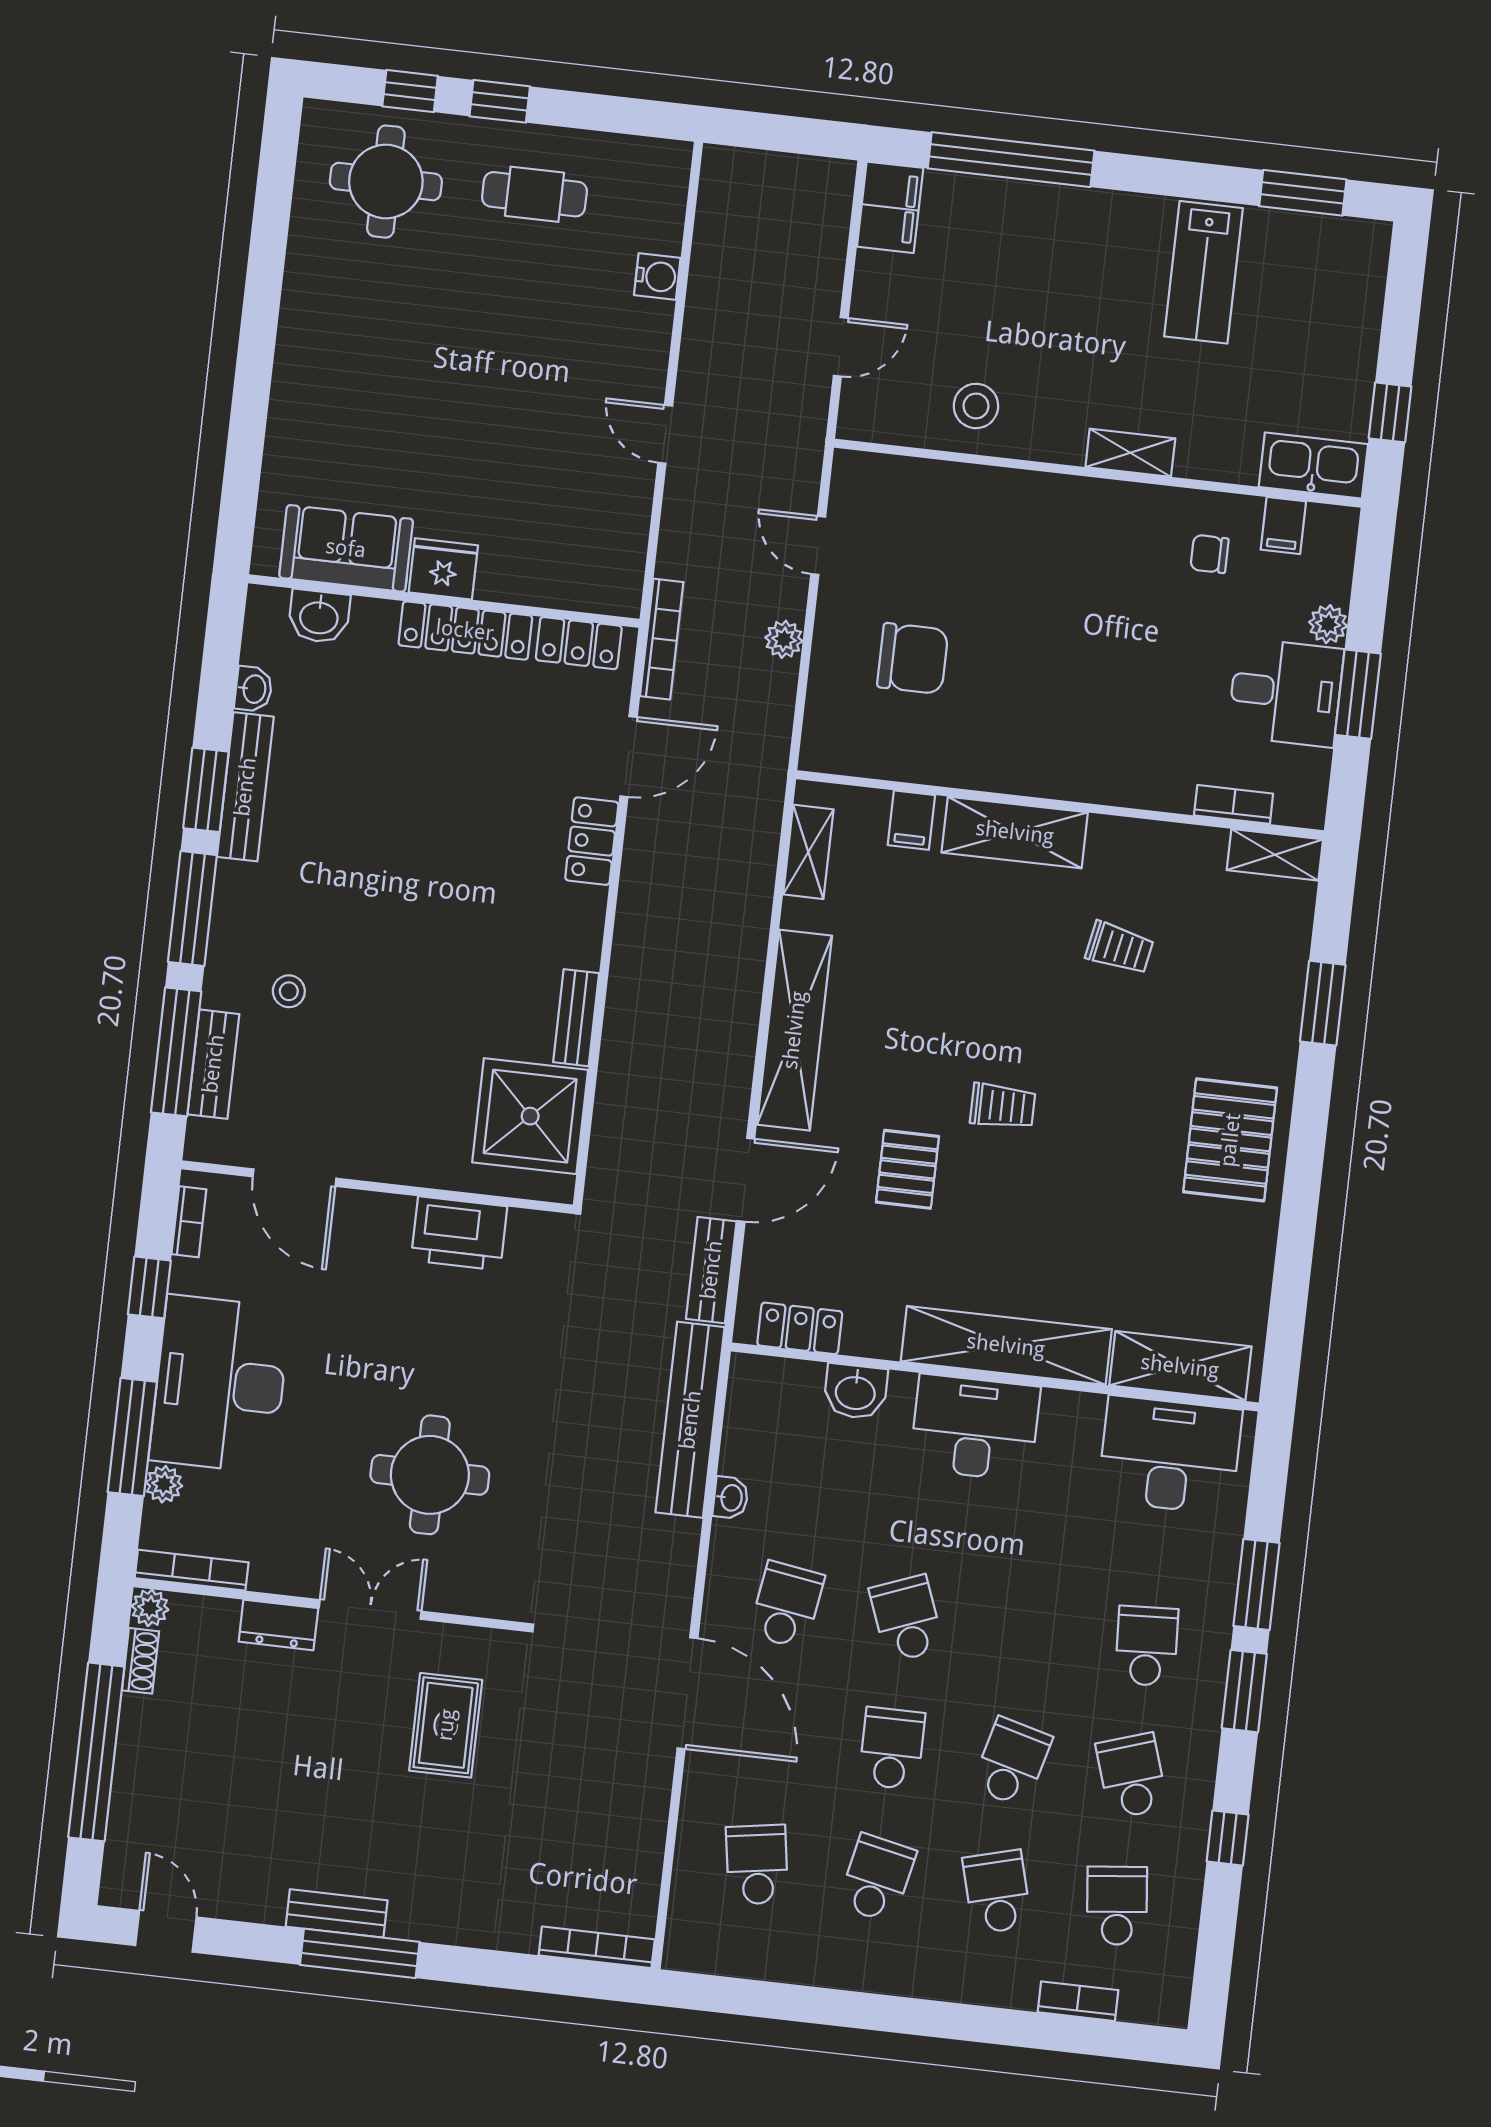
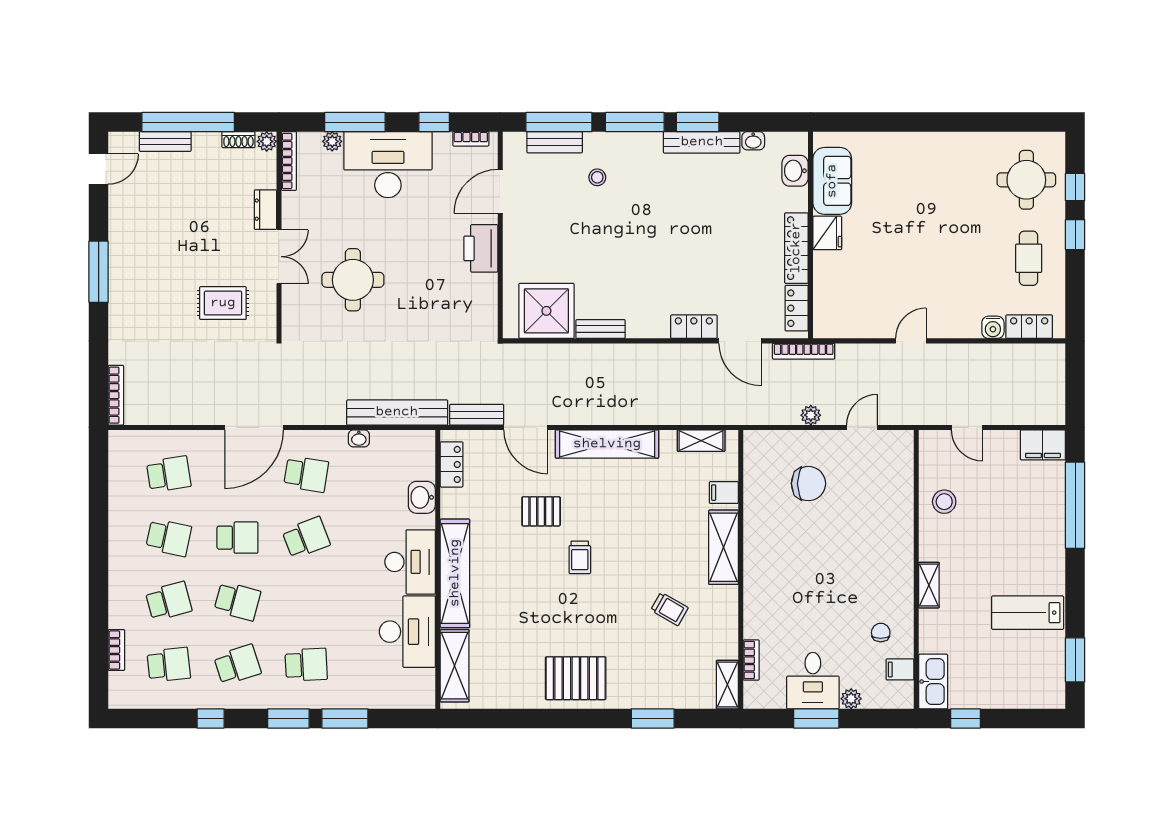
locker: (664, 208) -> (1029, 327), added
chair: (913, 658) -> (808, 484), turned -90
trolley: (1119, 948) -> (669, 609), turned -71
printer: (459, 1233) -> (481, 248), moved
desk: (1170, 1455) -> (407, 632), moved
bench: (337, 1913) -> (165, 142), moved, turned 90

